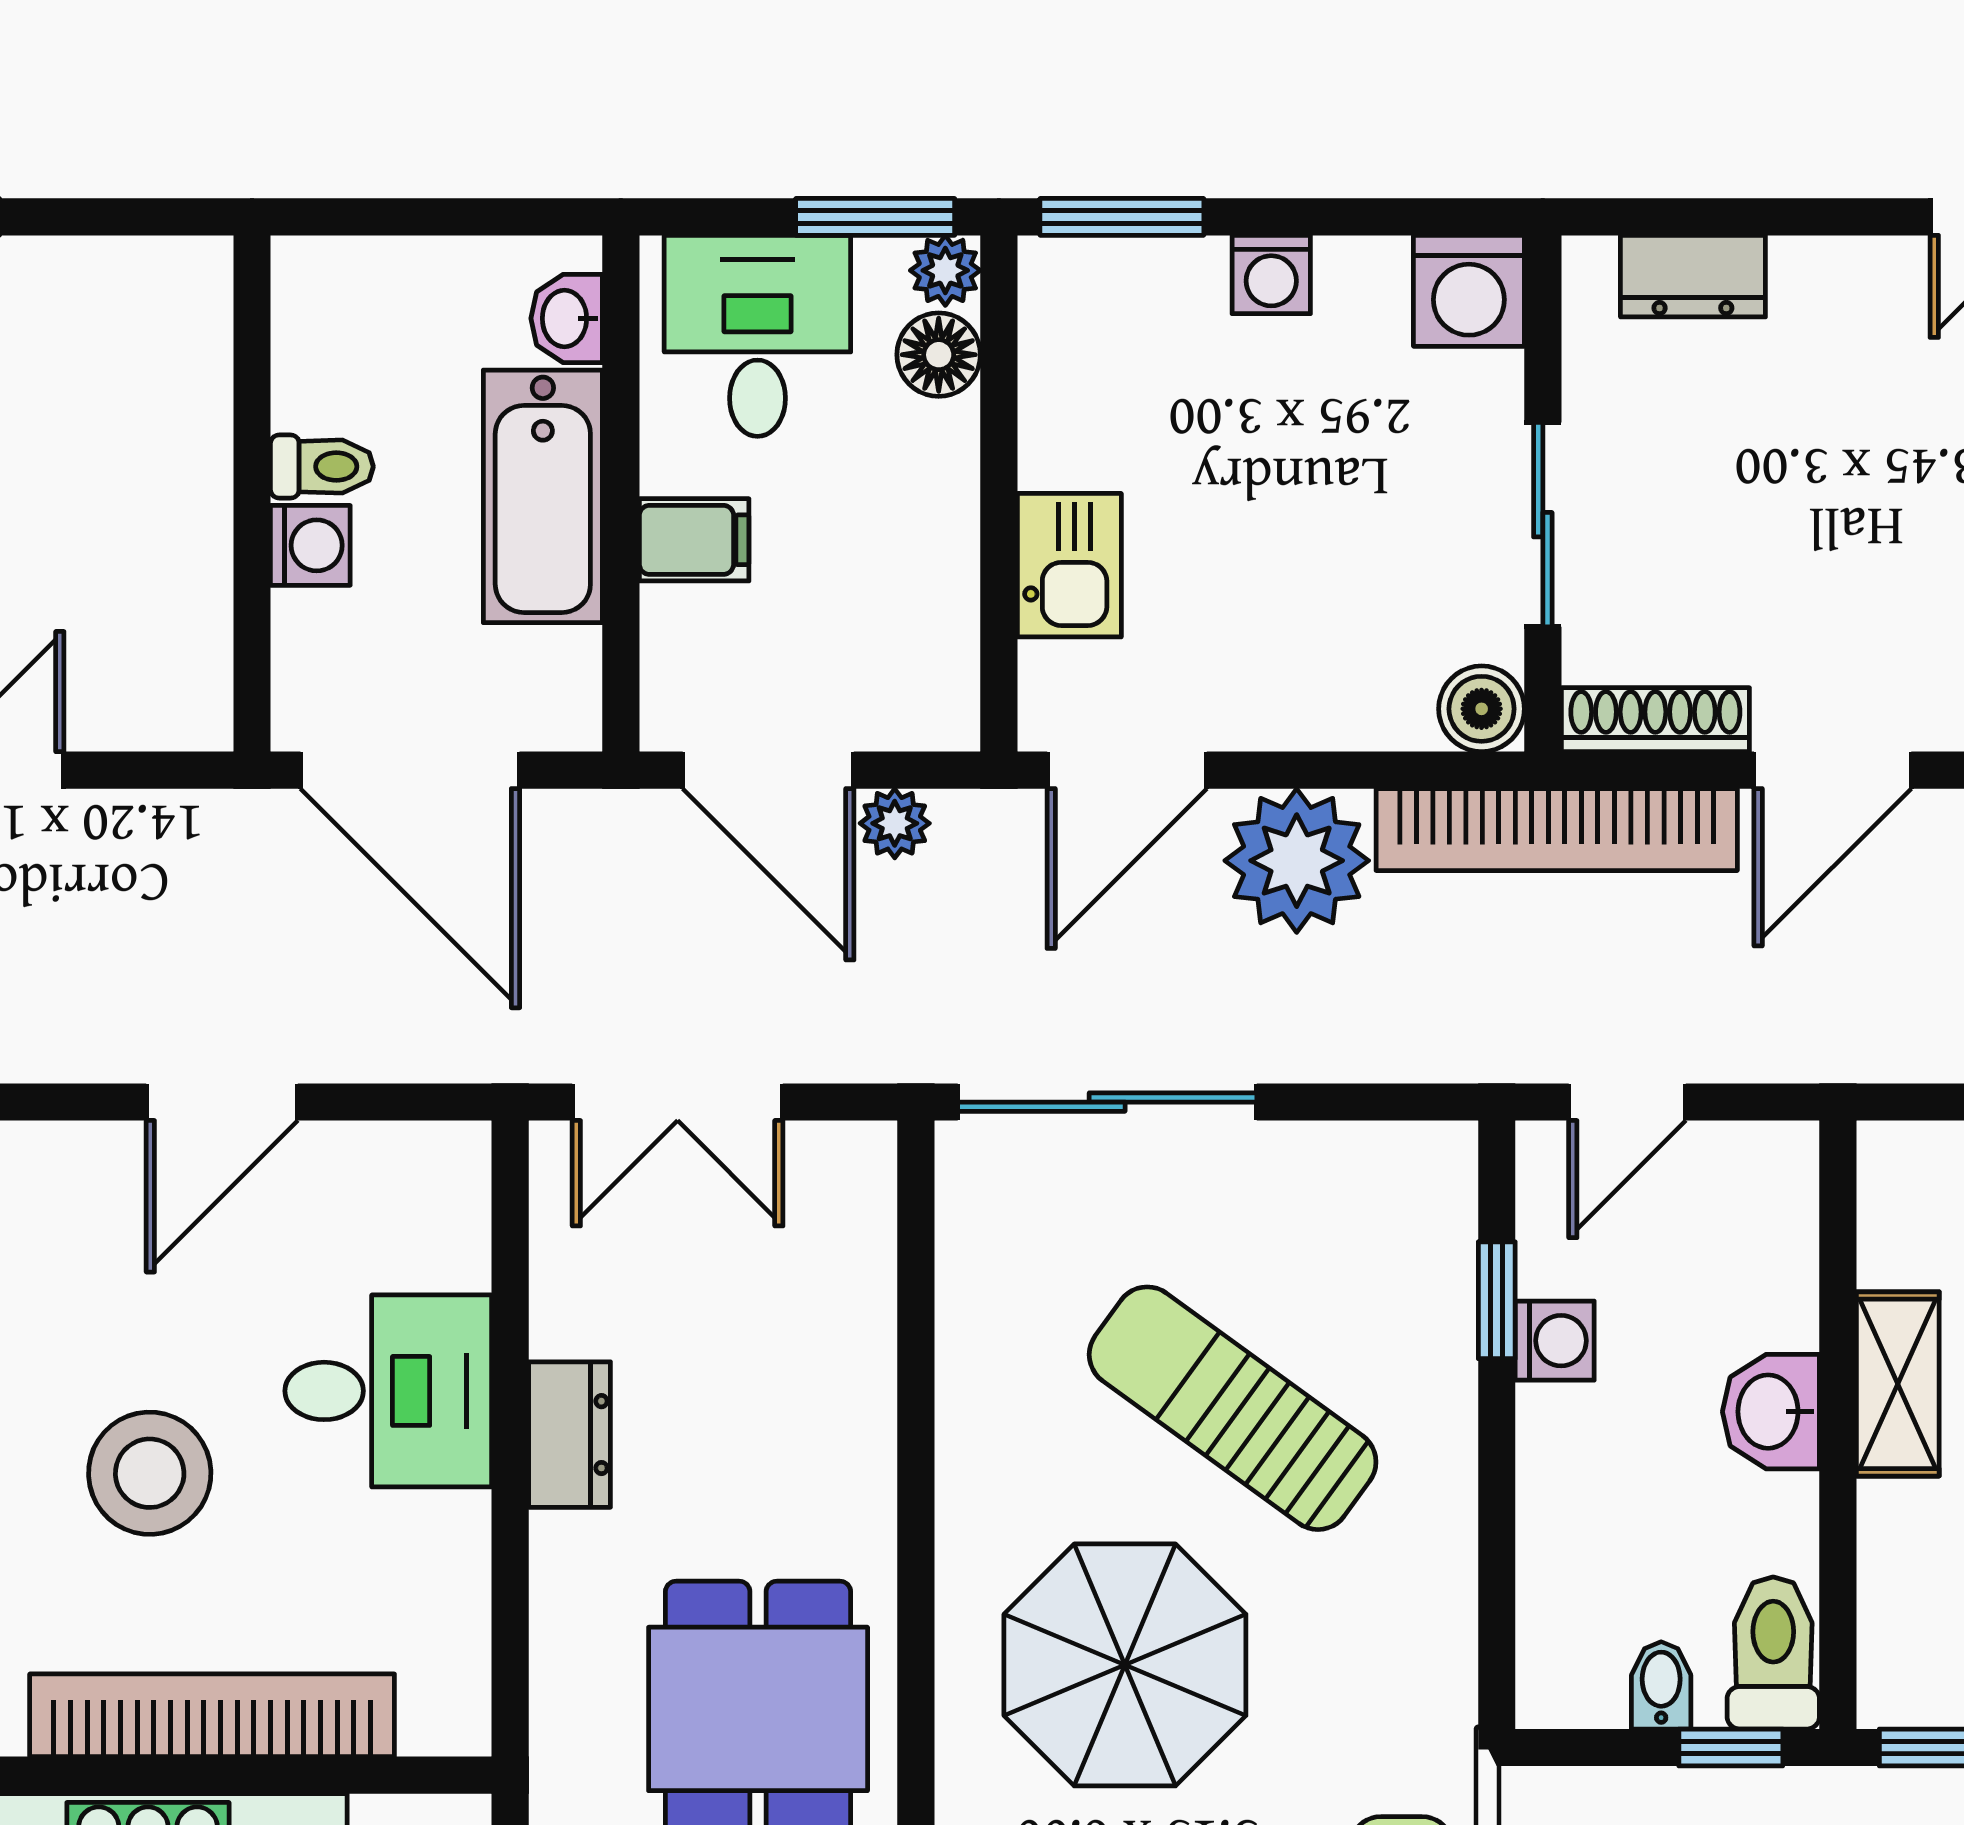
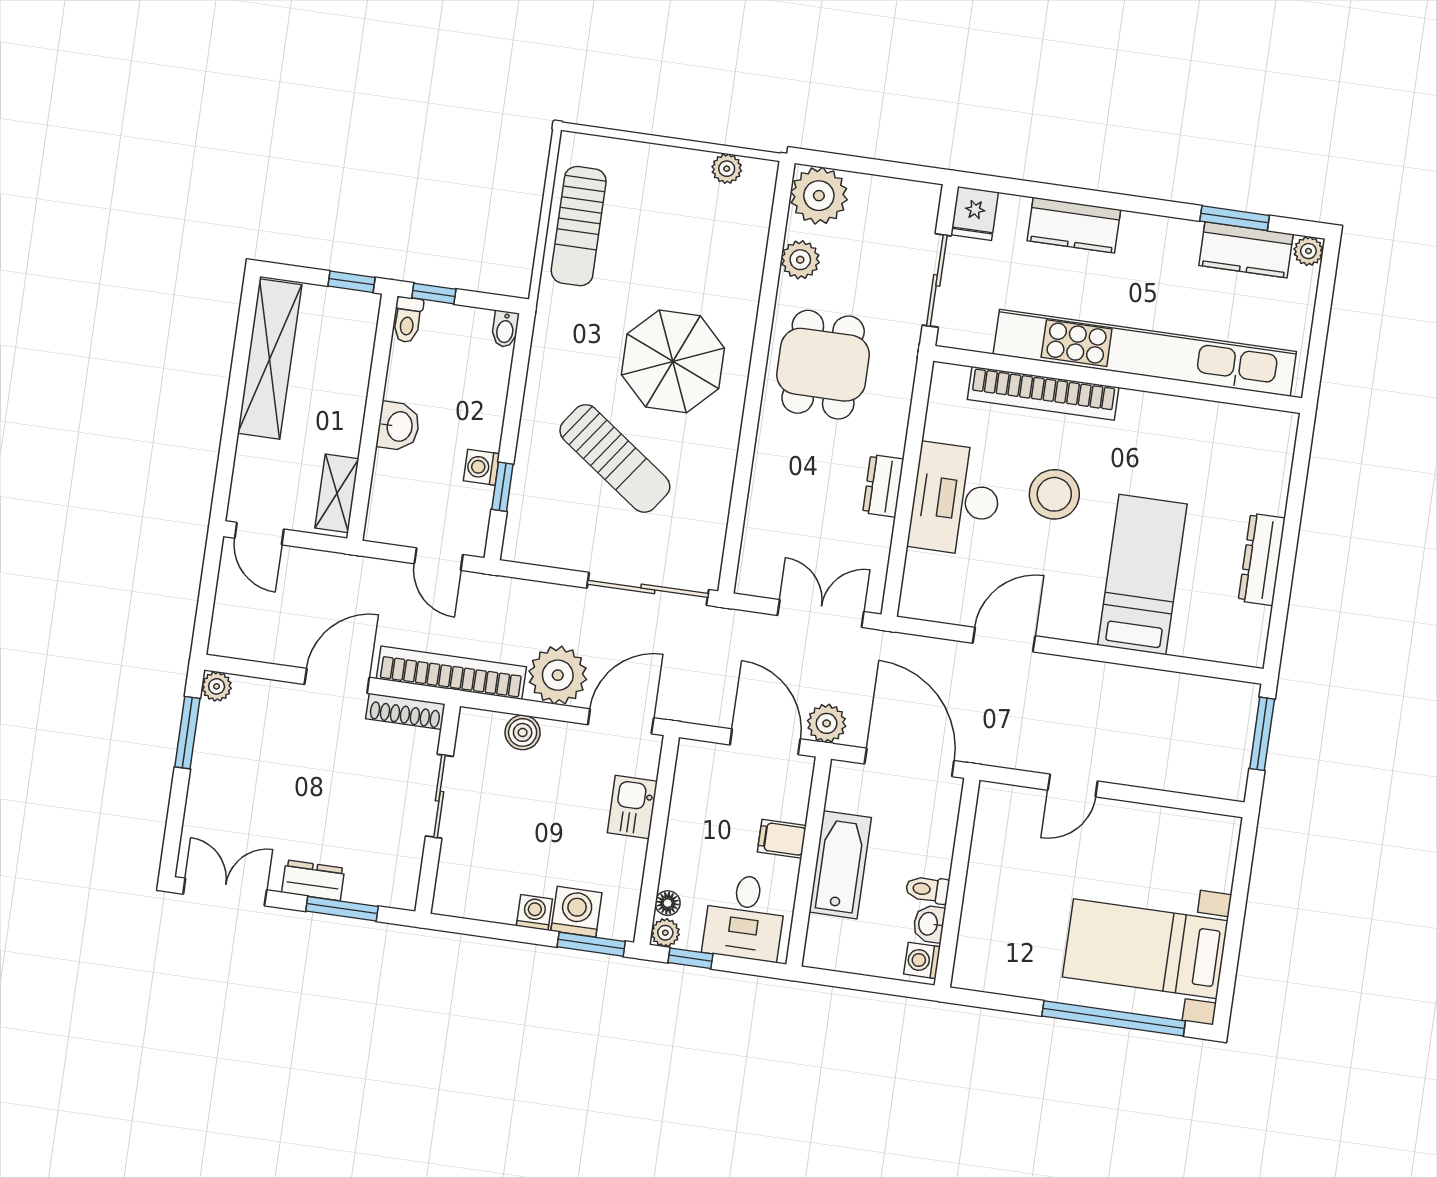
window: (875, 217) -> (690, 958), width x0.67
window: (1741, 217) -> (342, 909), added
dresser: (1693, 276) -> (313, 880), moved
washing machine: (1469, 291) -> (576, 912), moved
washbasin: (567, 318) -> (929, 924), moved, turned 180
floor lamp: (939, 355) -> (668, 903), width x0.73, depth x0.73
washing machine: (310, 545) -> (922, 960), moved
boiler: (1482, 709) -> (523, 732), moved
plant: (895, 823) -> (827, 723), moved, width x1.38, depth x1.38
door: (1627, 1102) -> (439, 559), swing flipped
shelving: (1898, 1384) -> (337, 493), moved
desk: (388, 1391) -> (956, 499), width x1.37
toilet: (1773, 1653) -> (408, 320), width x0.73, depth x0.72
bidet: (1661, 1685) -> (505, 329), moved

